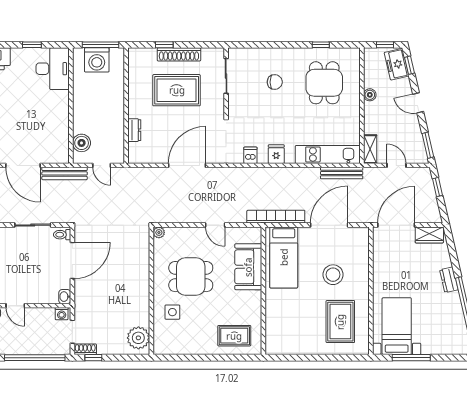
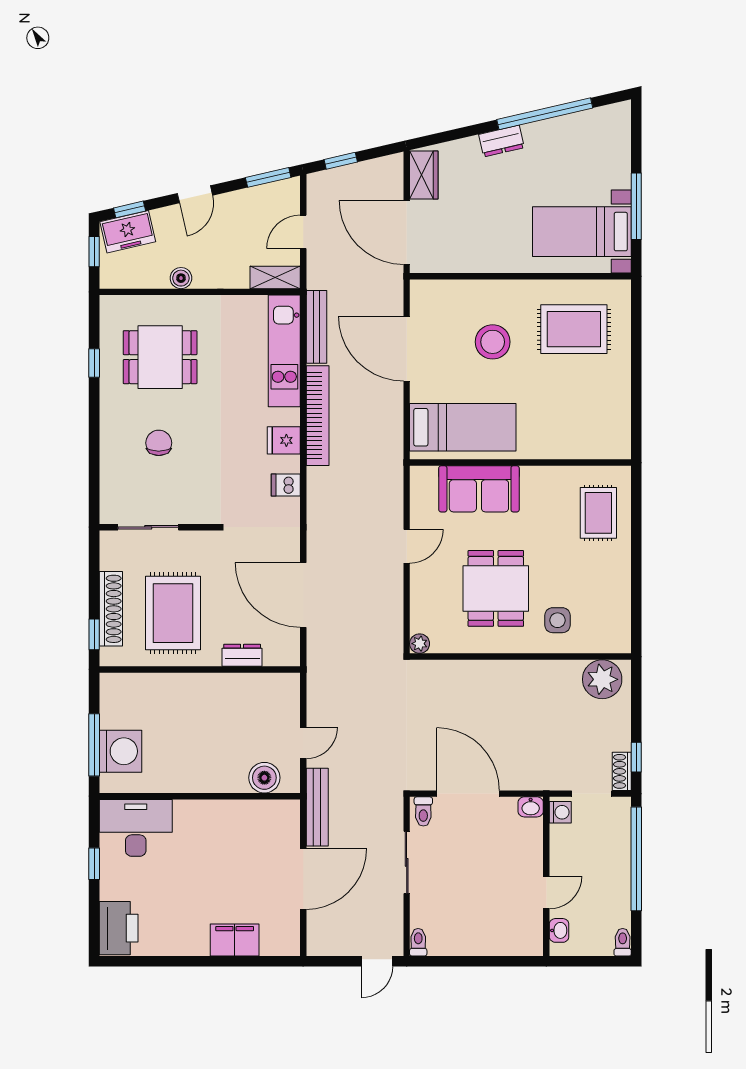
wall: (126, 106) -> (200, 669), moved
dresser: (134, 130) -> (242, 655), moved
bookcase: (276, 217) -> (318, 416), moved, turned 180

